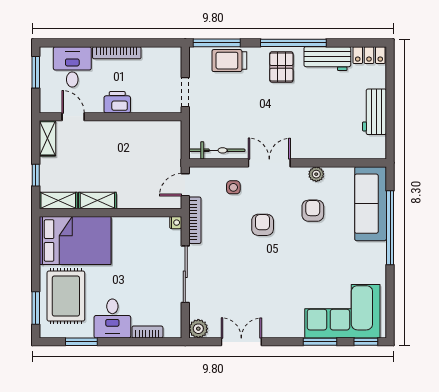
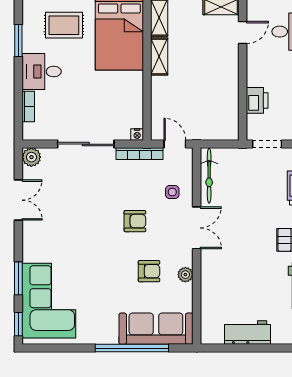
printer: (117, 102) -> (257, 100), moved
rug: (66, 296) -> (64, 25), width x0.73, depth x0.70

